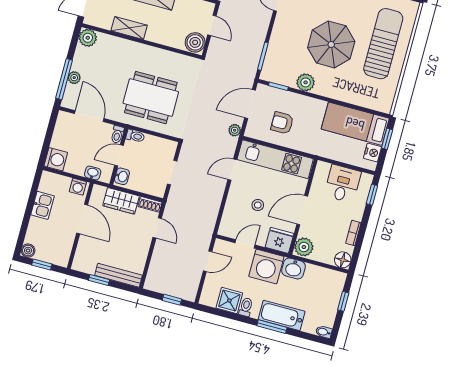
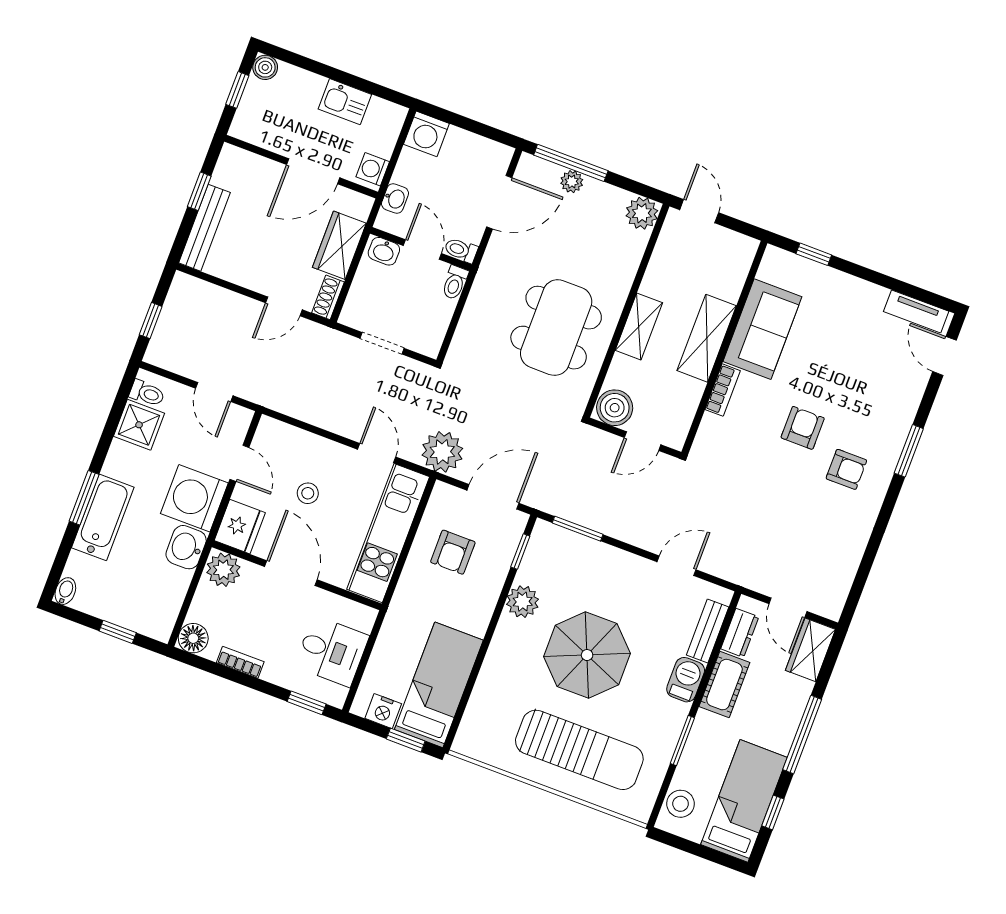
shelving: (129, 28) -> (639, 327), moved
dining table: (151, 98) -> (556, 328), moved
door: (250, 104) -> (493, 497), hinge flipped
armchair: (282, 123) -> (453, 552), turned 180
plant: (235, 130) -> (442, 452), width x1.88, depth x1.88
toilet: (246, 307) -> (147, 393), moved

